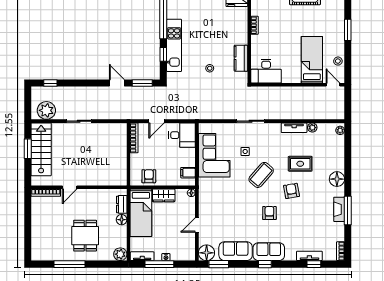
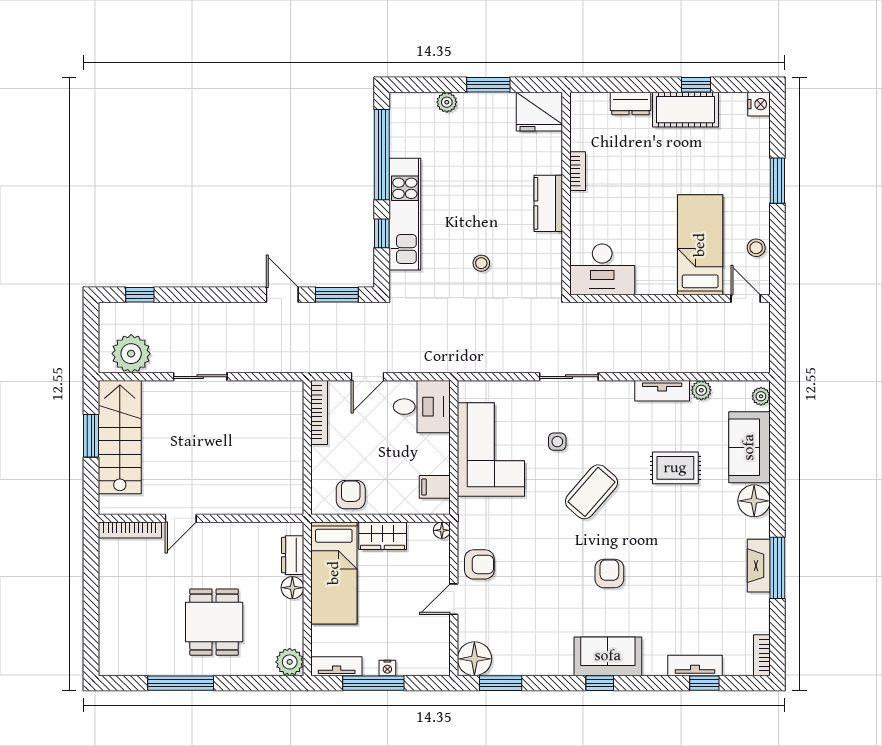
kitchen counter: (241, 58) -> (548, 203), moved
armchair: (291, 191) -> (479, 564), moved, turned 100
sofa: (236, 251) -> (749, 447), moved, turned -90

